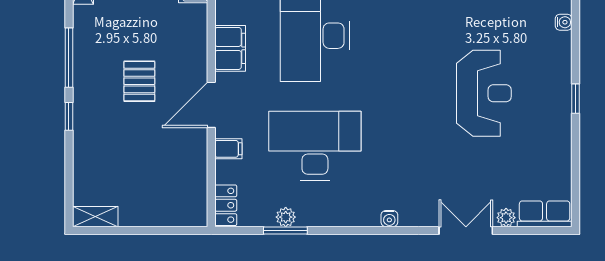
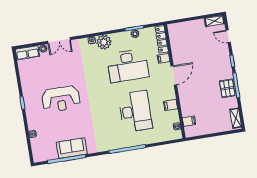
filing cabinet: (230, 48) -> (170, 105), width x0.50
pallet: (139, 81) -> (227, 88), moved
reception desk: (484, 93) -> (61, 99), turned -90
door: (69, 176) -> (228, 36), added
locker: (226, 205) -> (162, 39), width x1.53
plant: (362, 210) -> (104, 42), added

